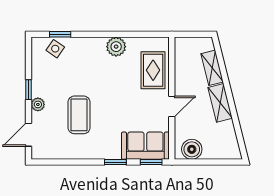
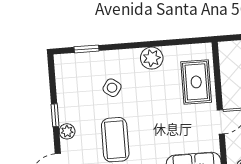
side table: (55, 49) -> (112, 88), moved

